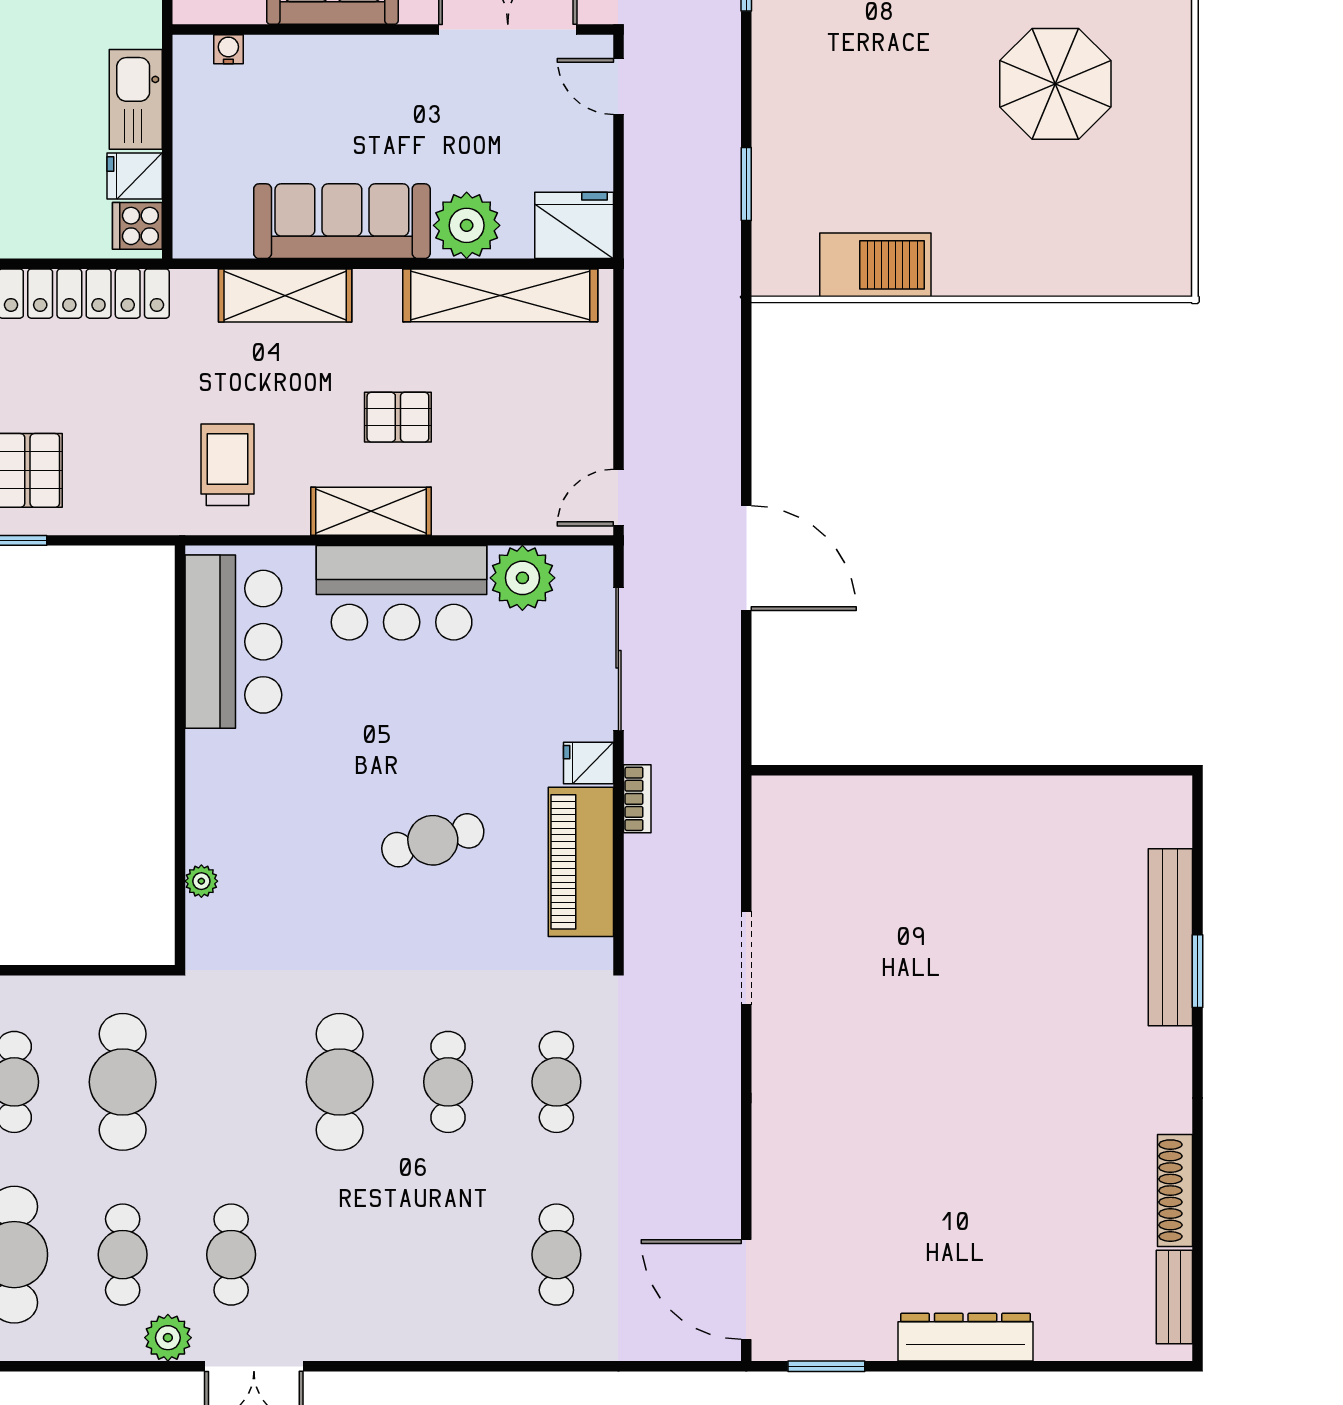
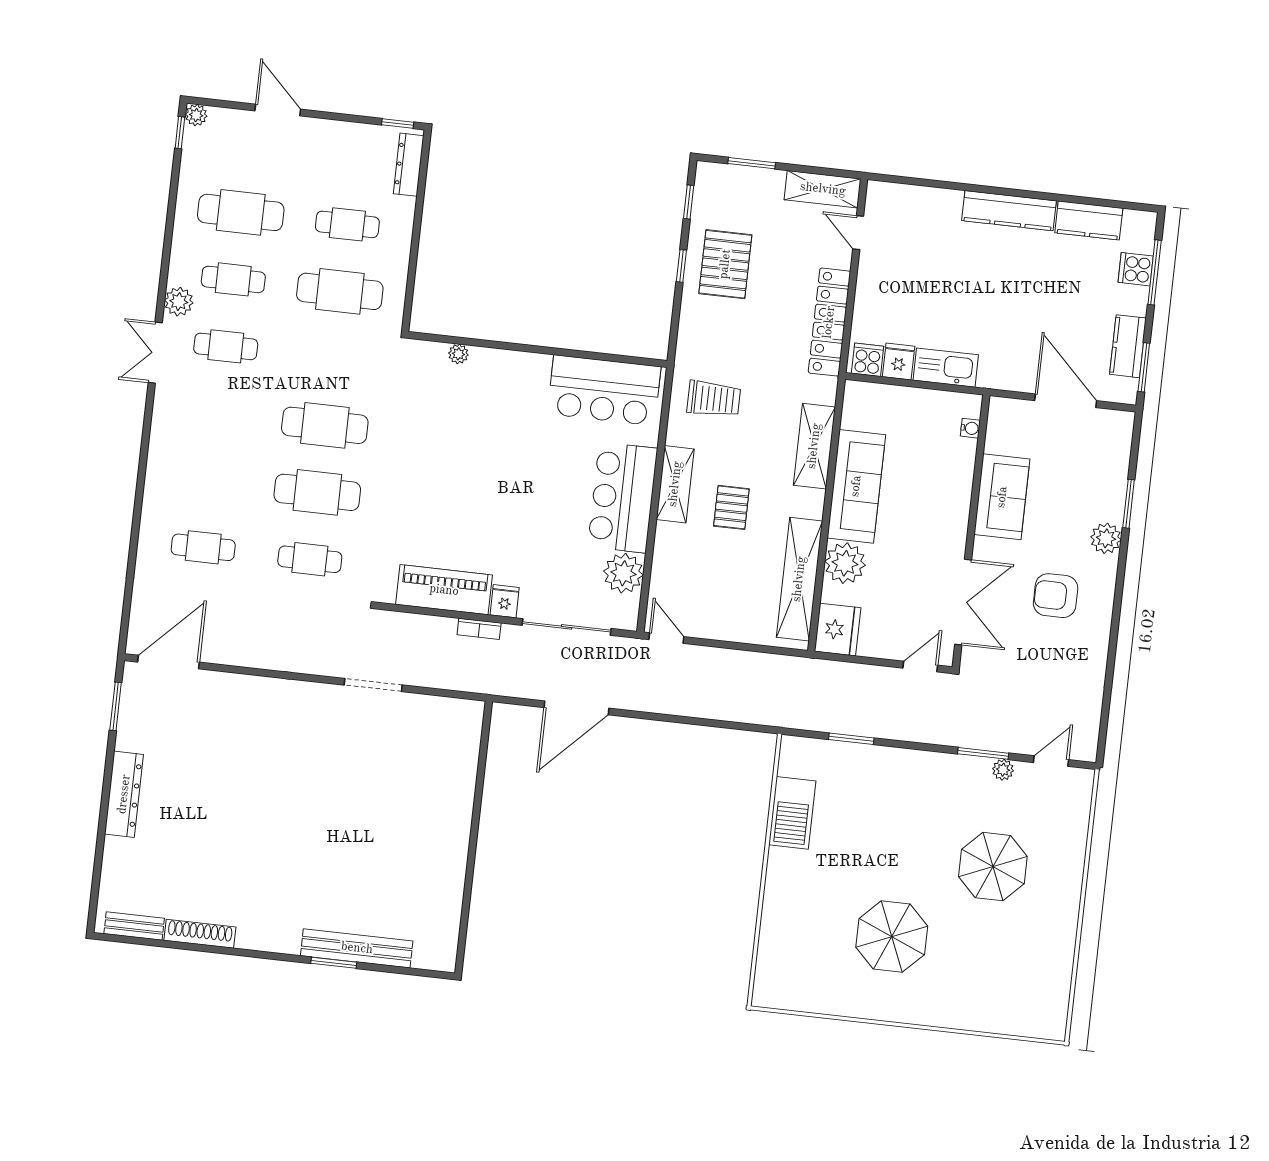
door: (746, 558) -> (577, 708), moved
cafe table: (433, 840) -> (468, 500), removed
cafe table: (448, 1082) -> (317, 492), width x1.37, depth x1.35

